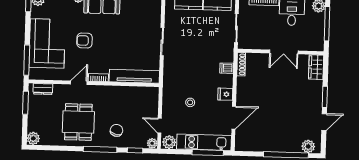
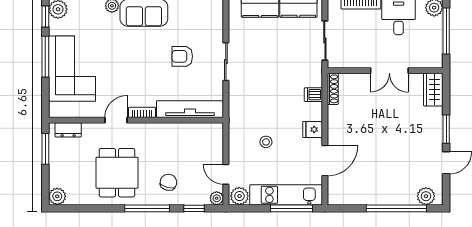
armchair: (85, 40) -> (182, 56), moved
window: (27, 60) -> (45, 57), moved

